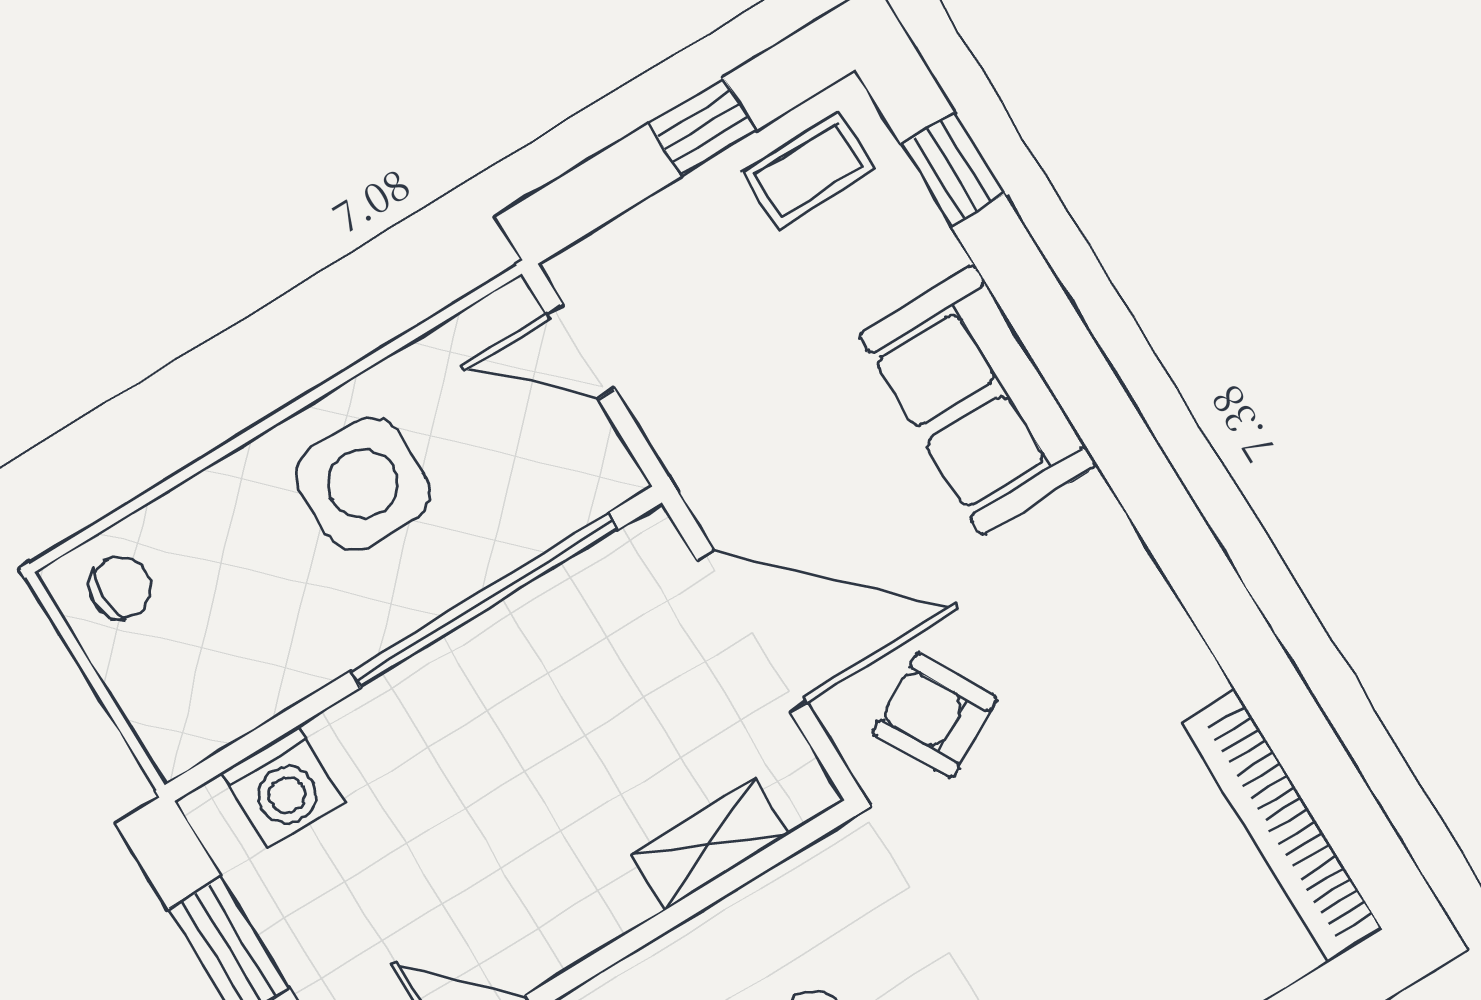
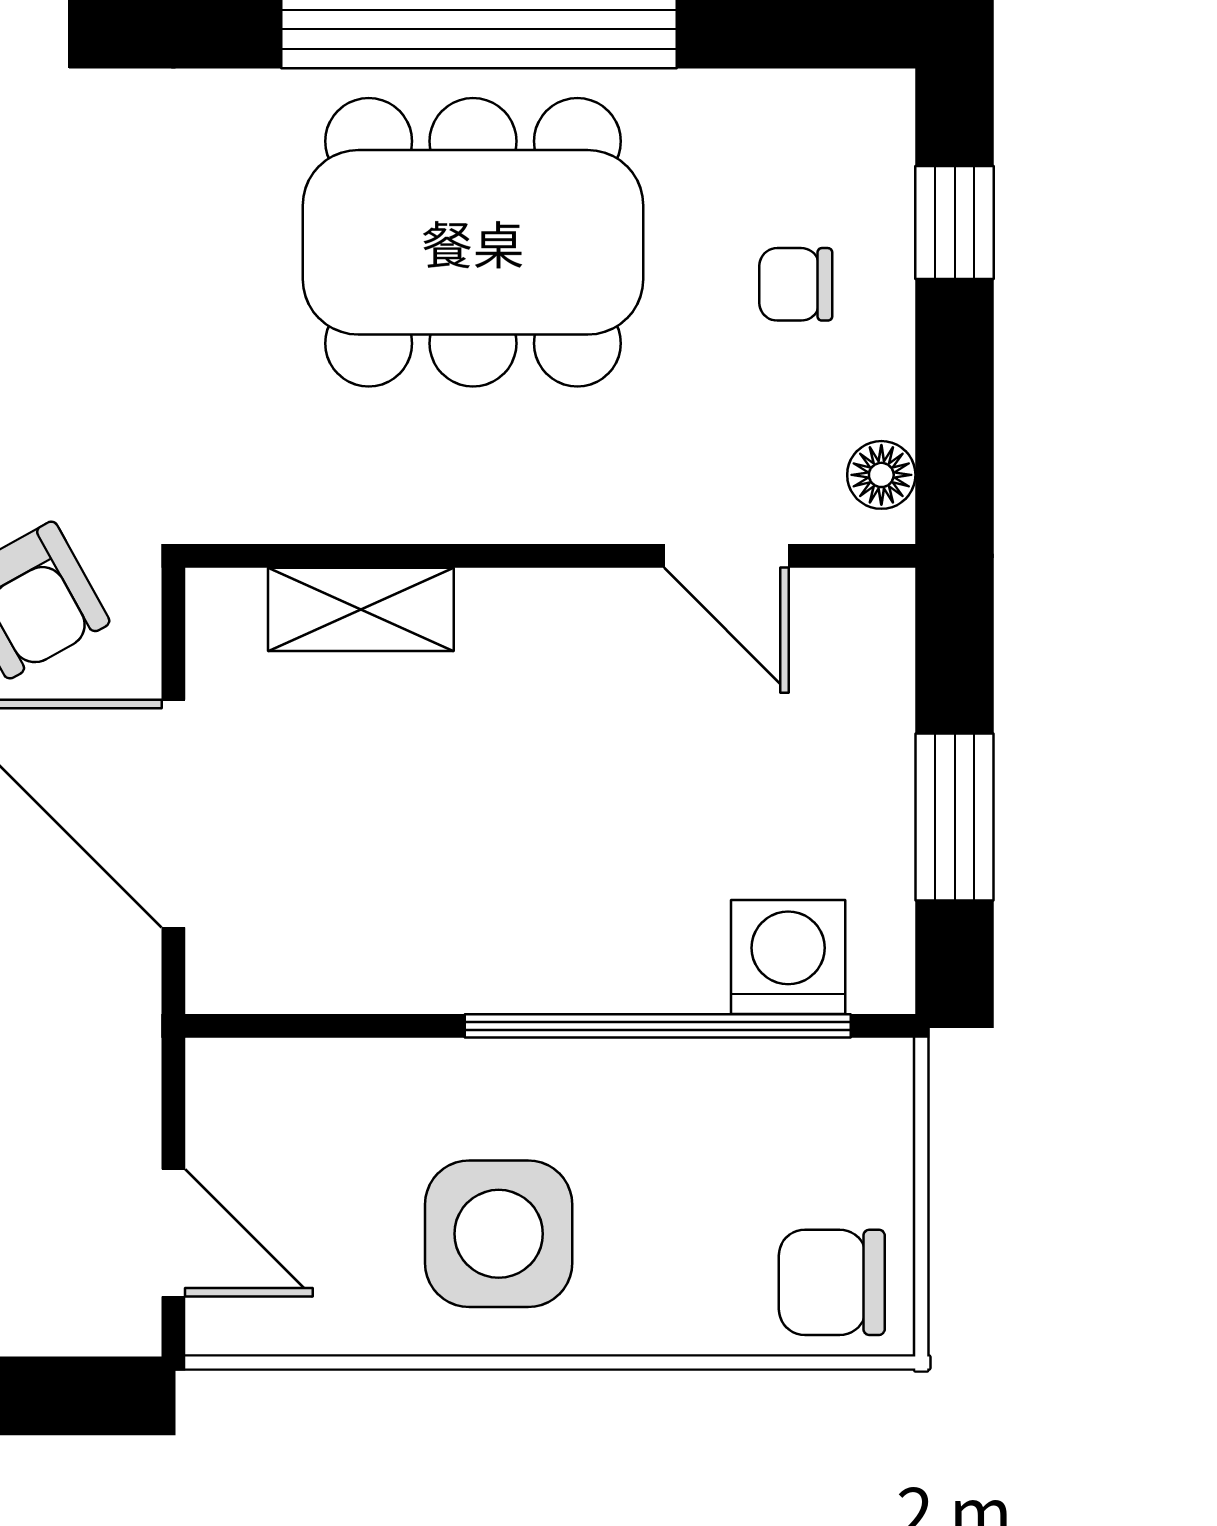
chair: (120, 588) -> (832, 1282), width x1.37, depth x1.37
window: (484, 600) -> (658, 1026), moved

